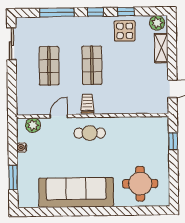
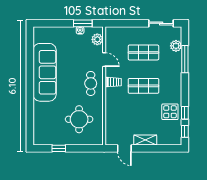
window: (95, 12) -> (185, 131), moved
plant: (157, 23) -> (176, 46), moved
shelving: (161, 48) -> (145, 140), moved
window: (173, 141) -> (59, 148), moved
window: (13, 178) -> (83, 23), moved
round table: (140, 184) -> (79, 119), moved

